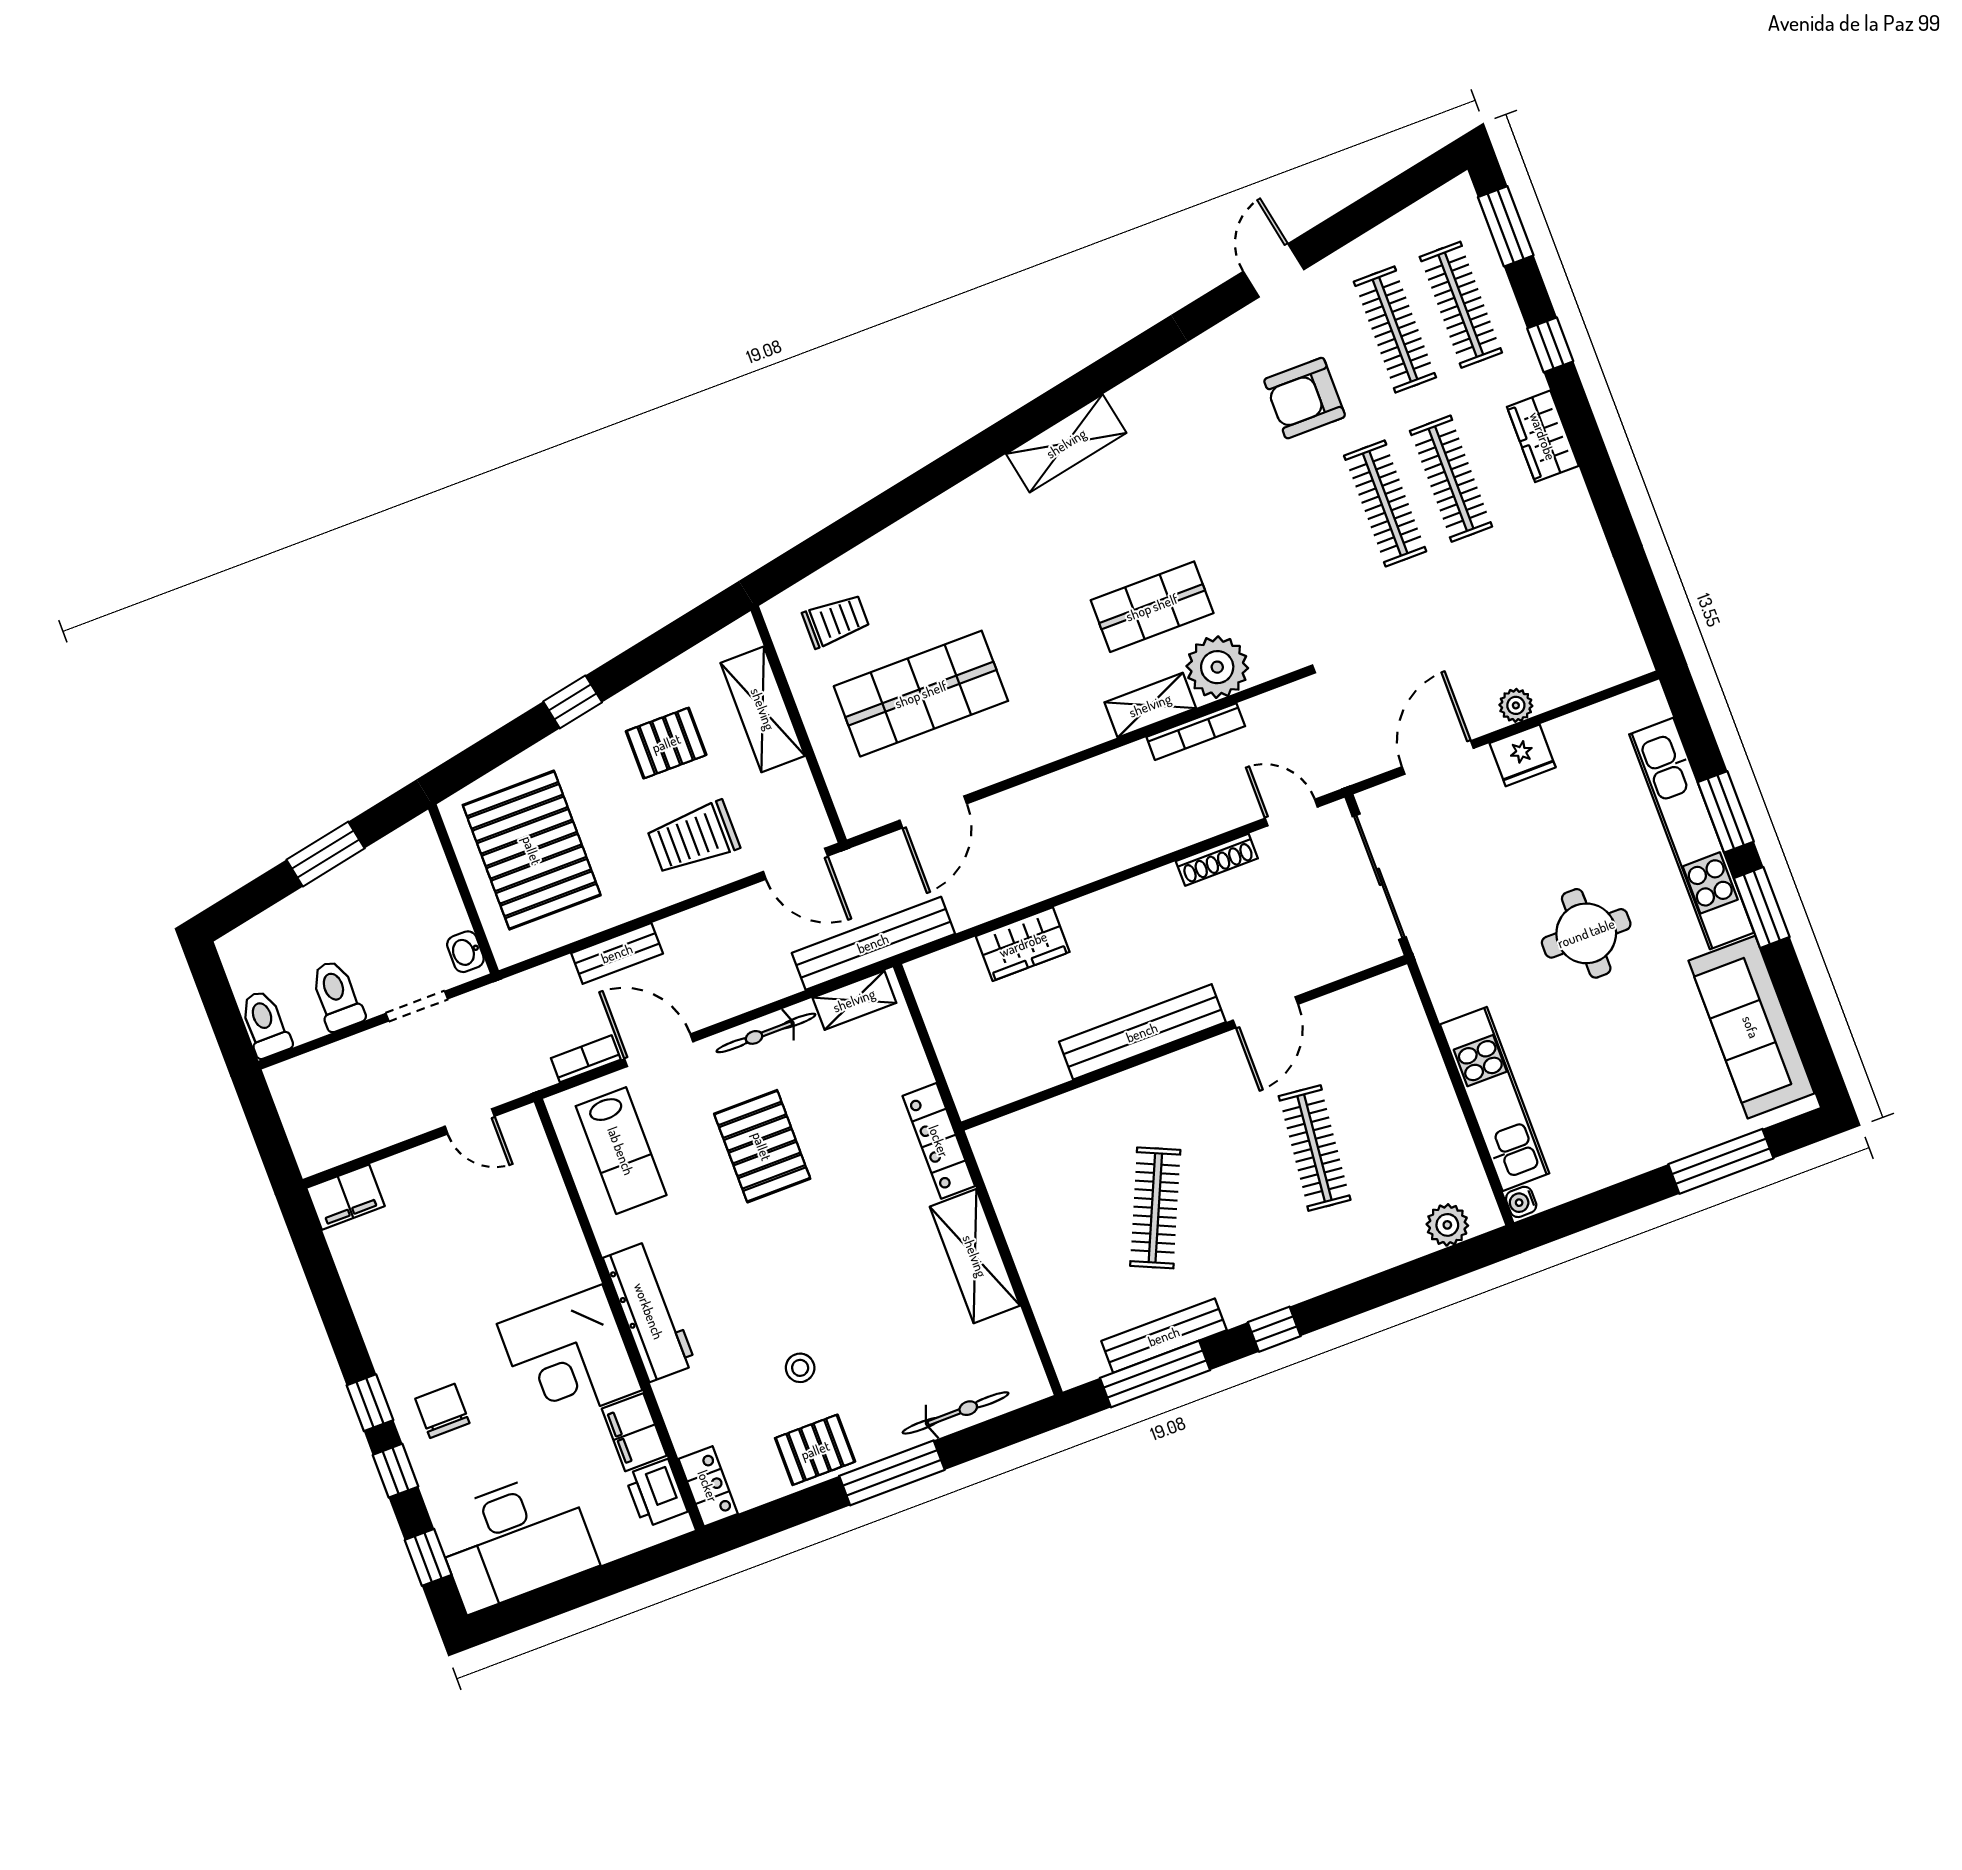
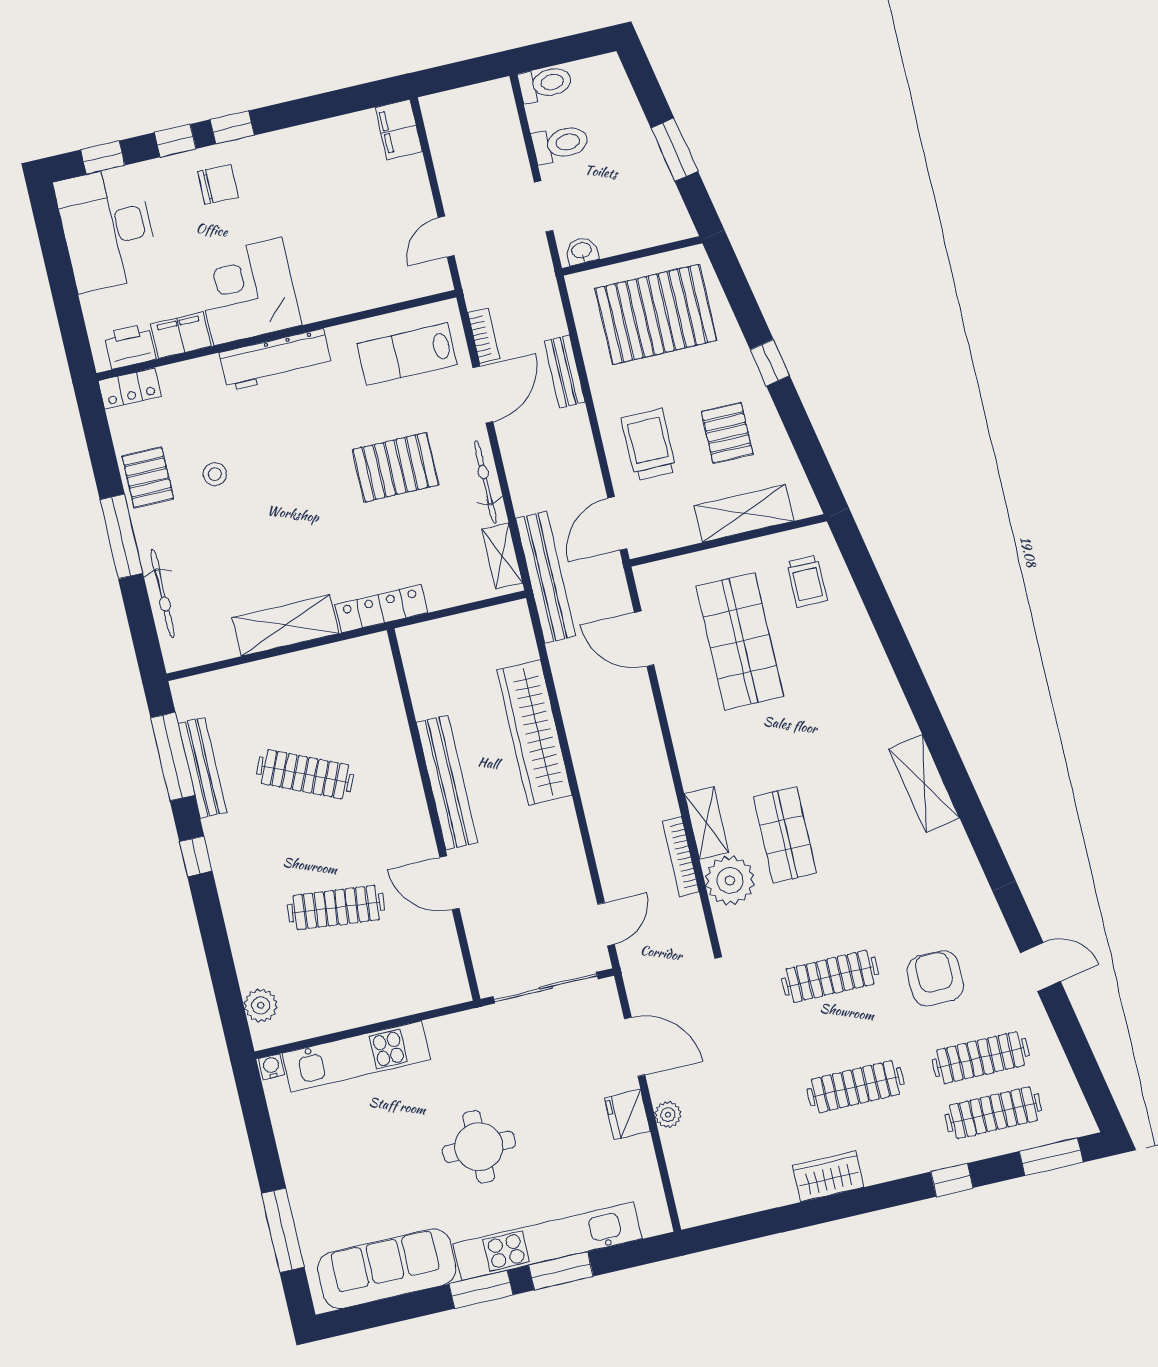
wardrobe: (1543, 436) -> (828, 1176), moved
clothes rail: (1385, 503) -> (830, 976), moved
shoe rack: (1217, 860) -> (576, 860), removed
wardrobe: (1023, 944) -> (534, 732), width x2.10, depth x1.17

